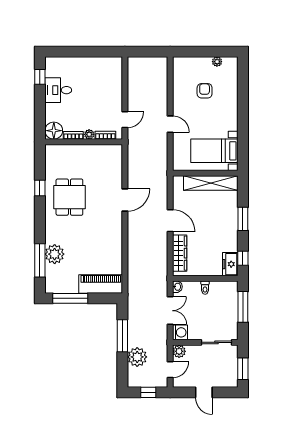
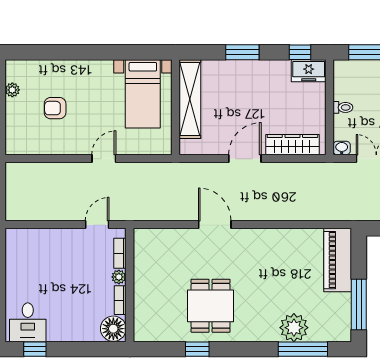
desk: (58, 90) -> (28, 322), moved
door: (125, 120) -> (97, 225), hinge flipped
dining table: (69, 197) -> (211, 306), turned 90

